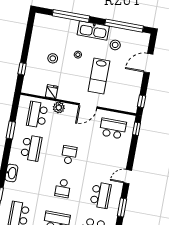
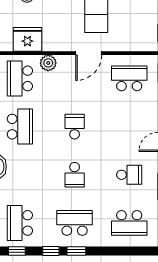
fridge: (52, 92) -> (27, 39), width x1.88, depth x1.34
school desk: (101, 195) -> (129, 175), width x0.54

